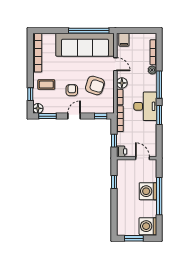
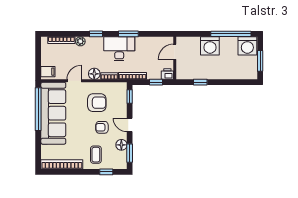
armchair: (95, 85) -> (97, 103), turned 72
window: (159, 85) -> (96, 34), width x0.46
floor lamp: (38, 108) -> (121, 145), moved
window: (159, 196) -> (231, 34), moved

